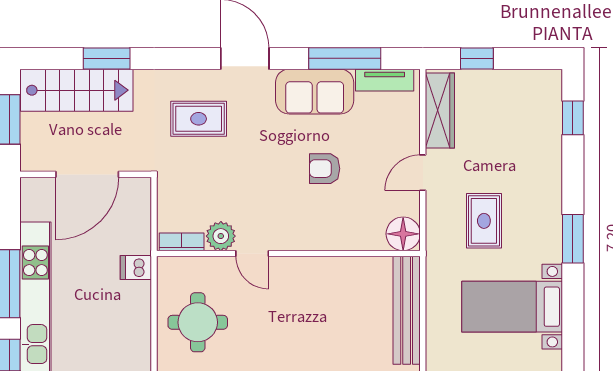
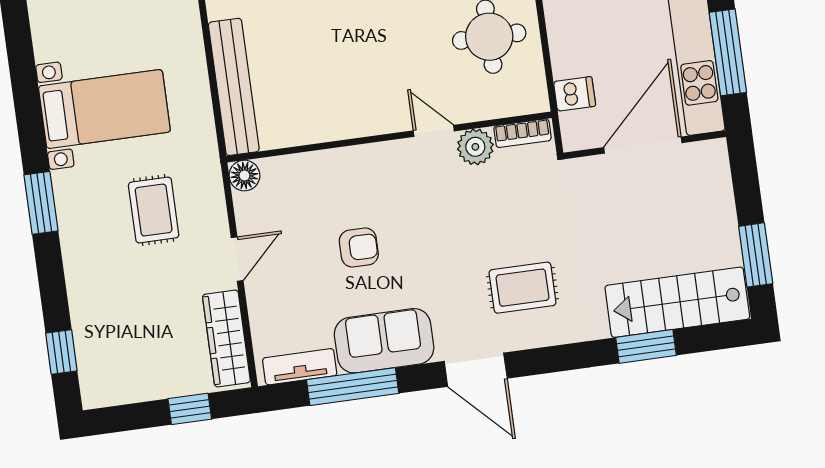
wall: (86, 174) -> (645, 145), moved
door: (87, 174) -> (643, 145), moved
floor lamp: (403, 234) -> (244, 176), width x0.73, depth x0.73

